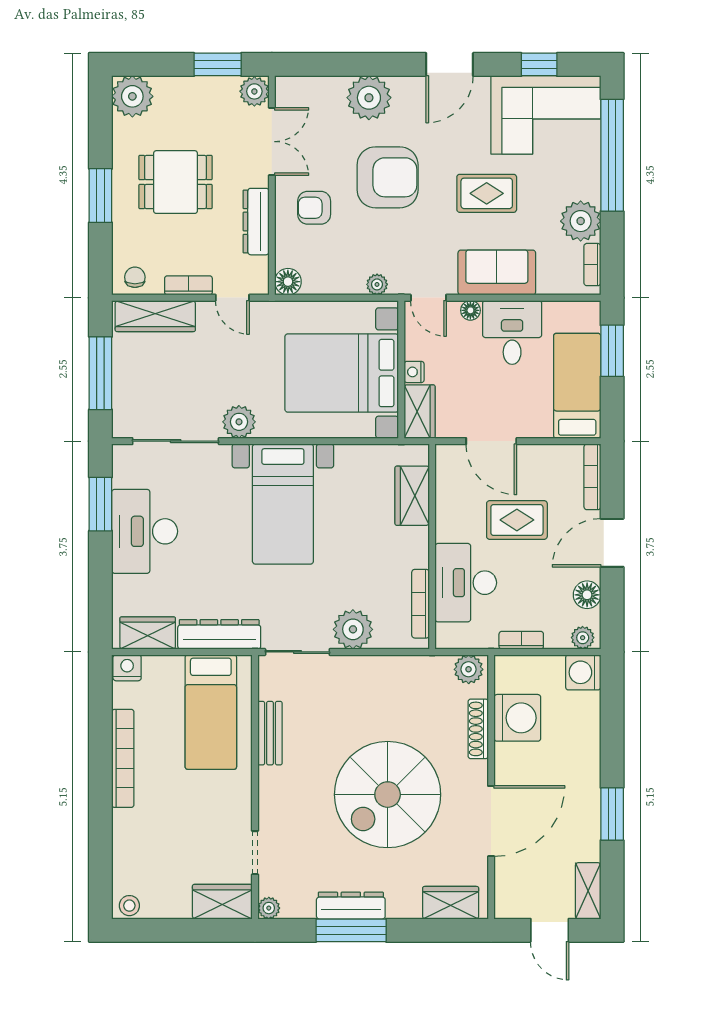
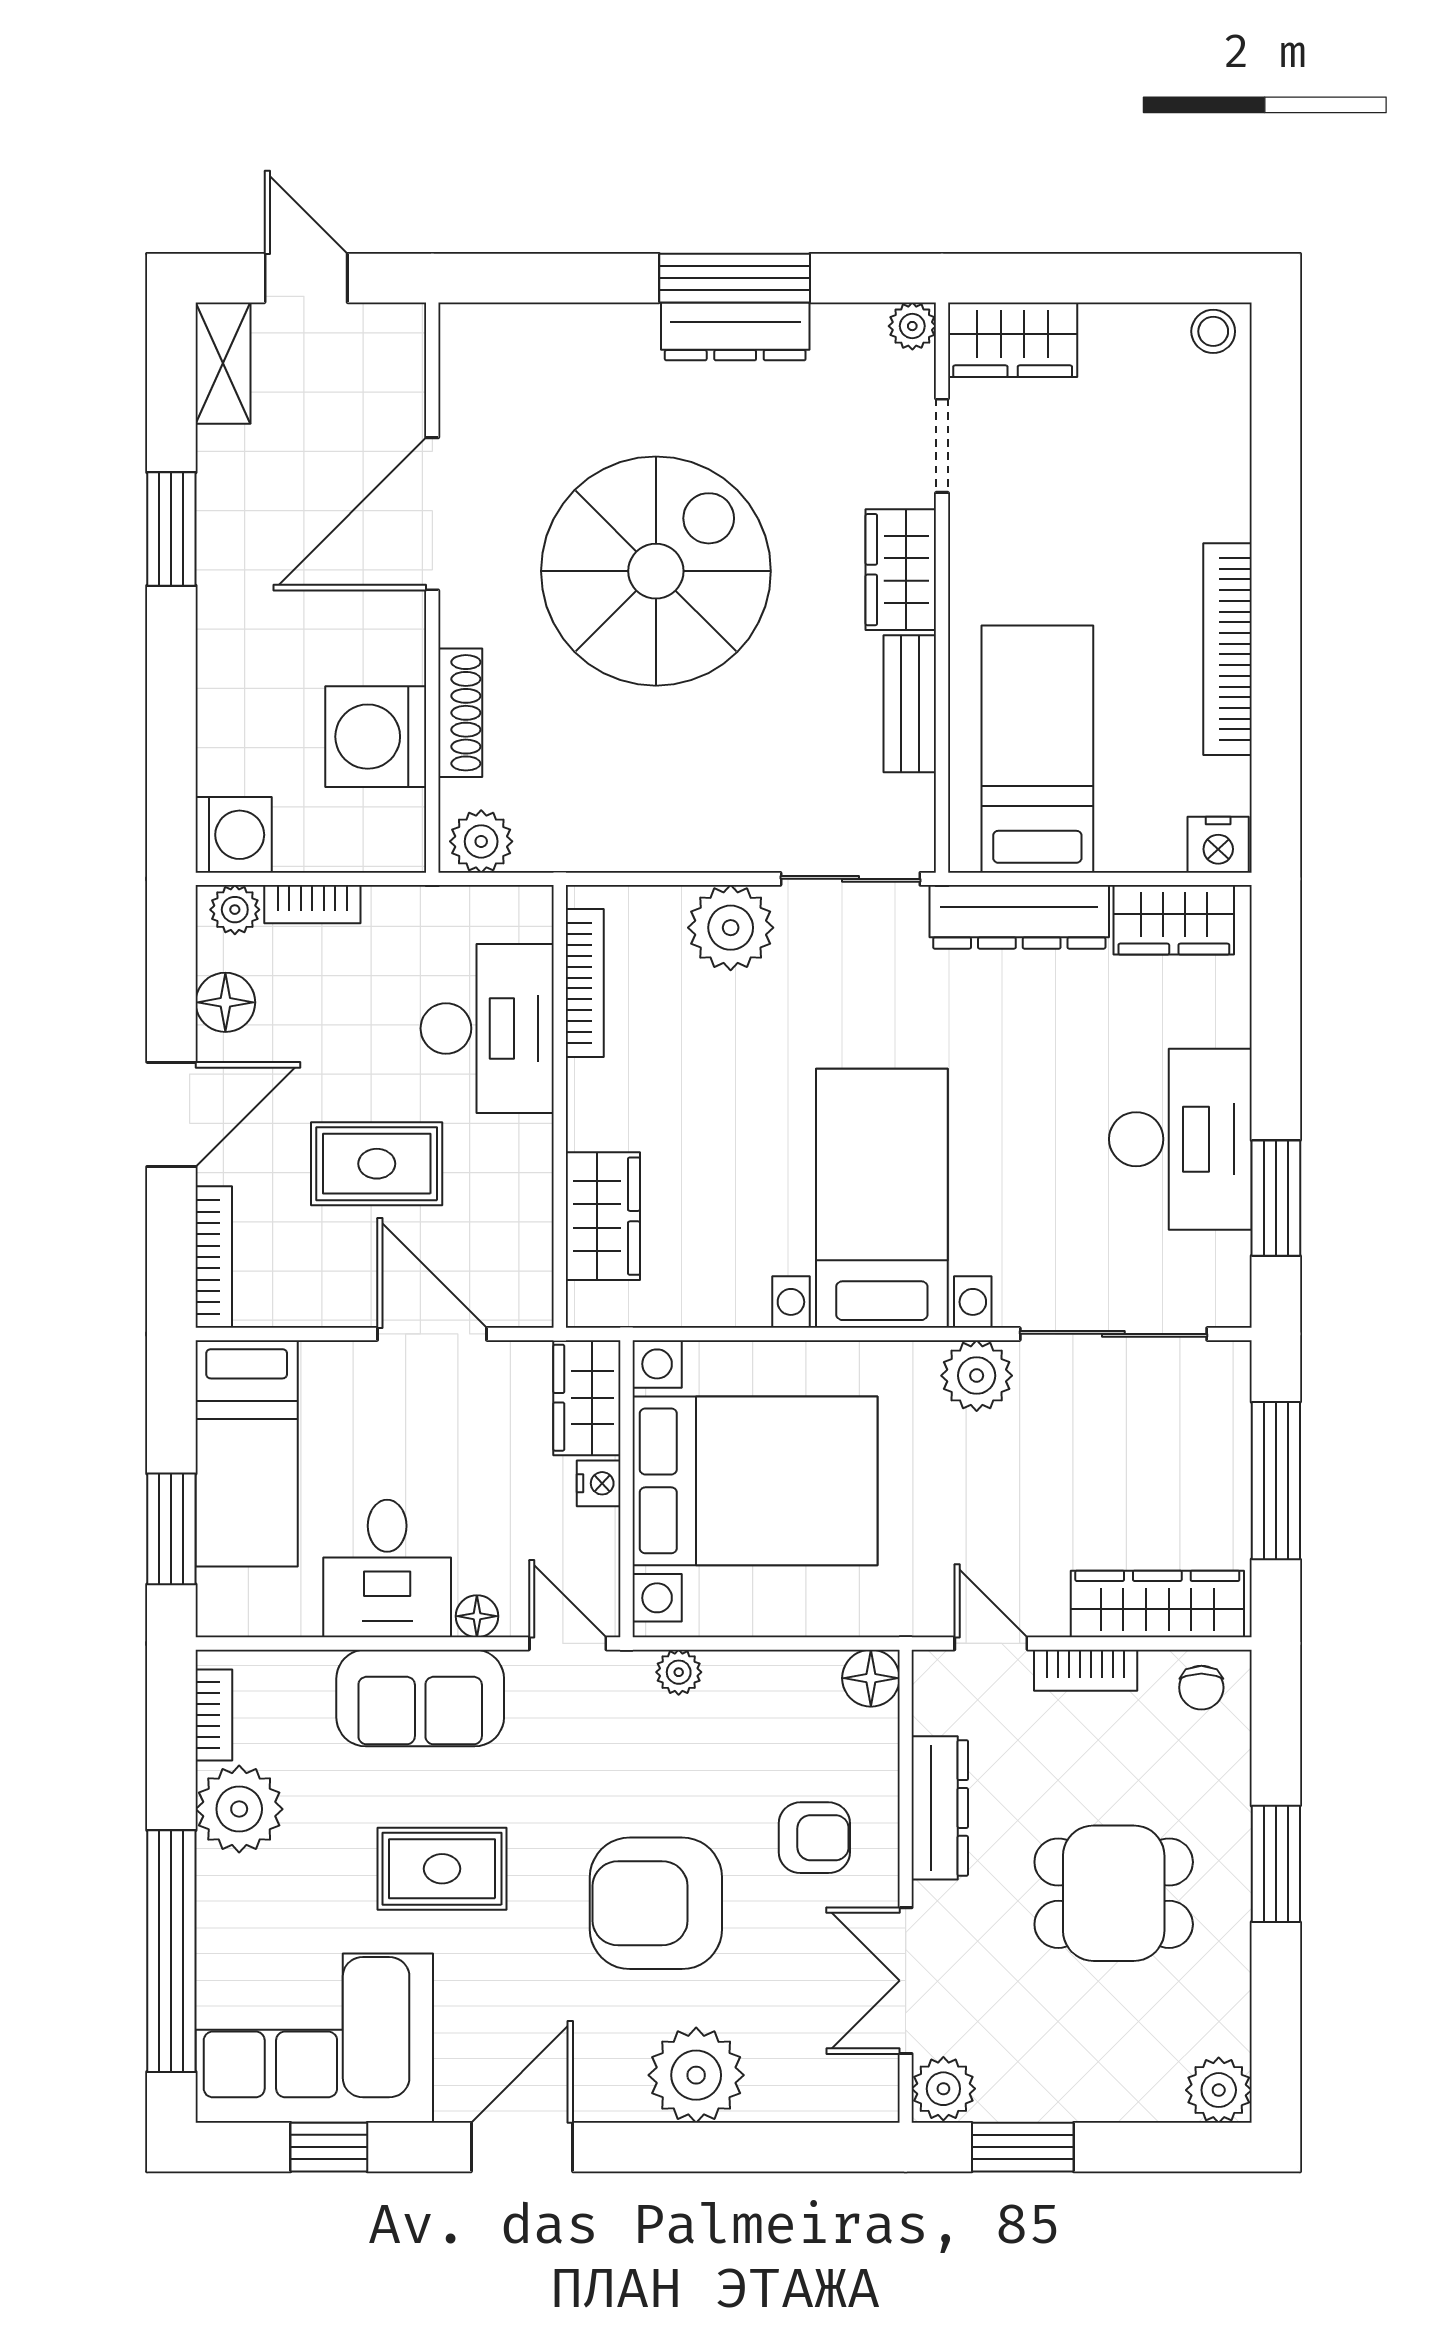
plant: (132, 96) -> (1219, 2090), width x0.73, depth x0.73
bookcase: (521, 640) -> (312, 904), moved
wardrobe: (451, 903) -> (901, 570), moved, turned 90

